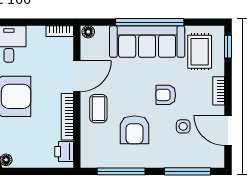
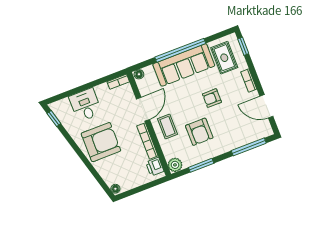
side table: (183, 126) -> (233, 116), removed
plant: (90, 159) -> (175, 165), added
window: (121, 171) -> (201, 165), width x0.69

